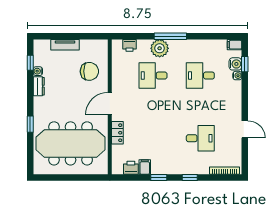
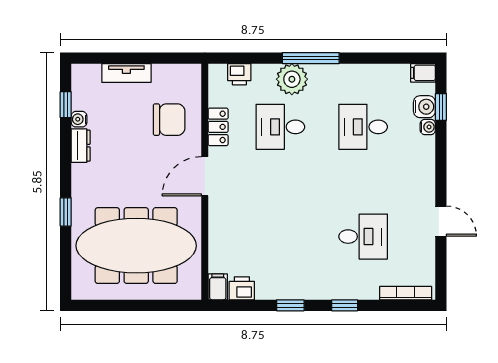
locker: (117, 133) -> (218, 127), moved
filing cabinet: (145, 167) -> (218, 287), moved

